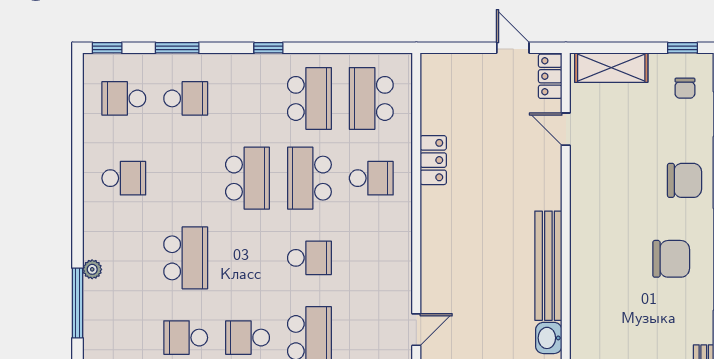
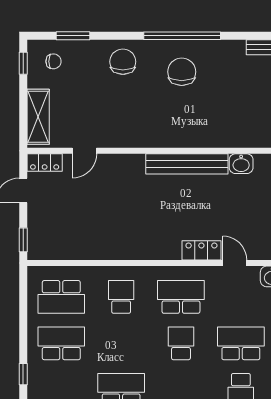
window: (447, 48) -> (23, 240), added
locker: (433, 160) -> (201, 250), moved
school desk: (309, 178) -> (181, 297), moved, turned 180

